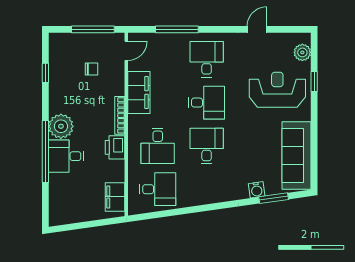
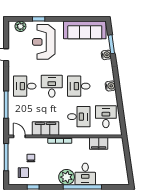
chair: (68, 57) -> (23, 173), added
printer: (115, 147) -> (80, 143), removed
water cooler: (207, 196) -> (110, 86), added
filing cabinet: (115, 197) -> (99, 143), moved

